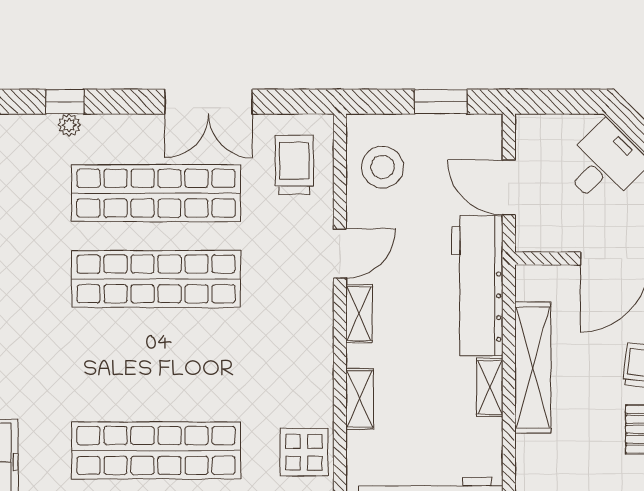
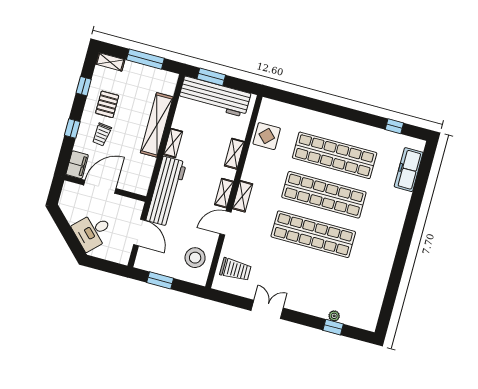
double door: (208, 102) -> (267, 309), width x0.73
trolley: (294, 165) -> (235, 270), turned -90
shop shelf: (156, 193) -> (324, 195), moved
shelving: (320, 317) -> (243, 196), added
shelving: (533, 368) -> (157, 125), moved

